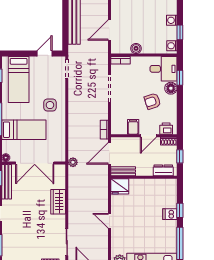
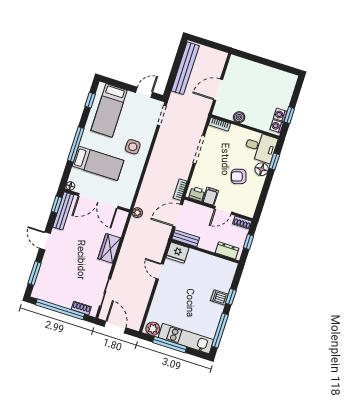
washing machine: (172, 20) -> (280, 115), moved
printer: (166, 129) -> (197, 194), moved
door: (109, 221) -> (160, 271), moved

